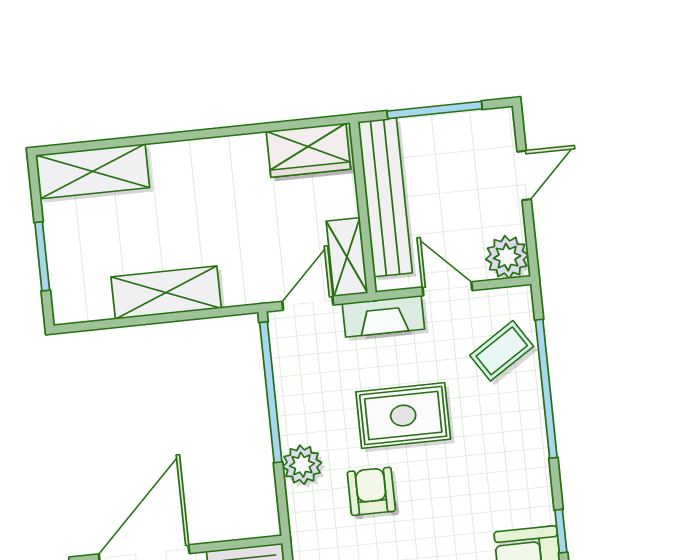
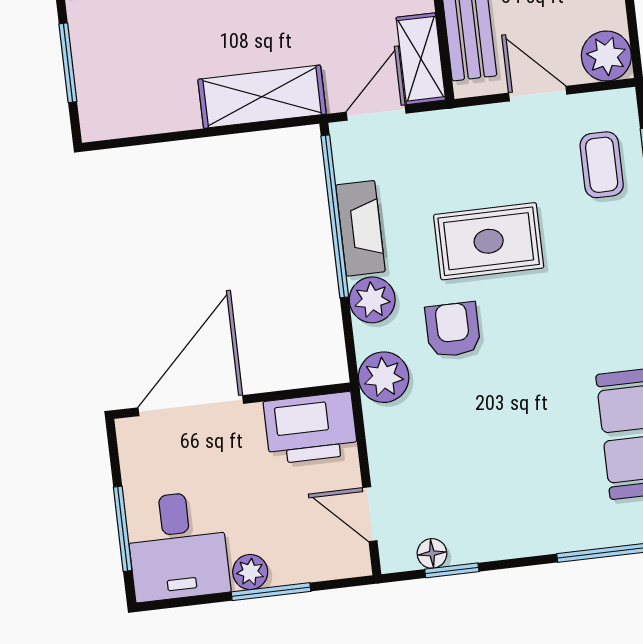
shelving: (166, 293) -> (262, 97), moved
fireplace: (383, 316) -> (360, 228), moved, turned -90
coffee table: (502, 351) -> (602, 165), turned -57
plant: (311, 532) -> (384, 377), added

